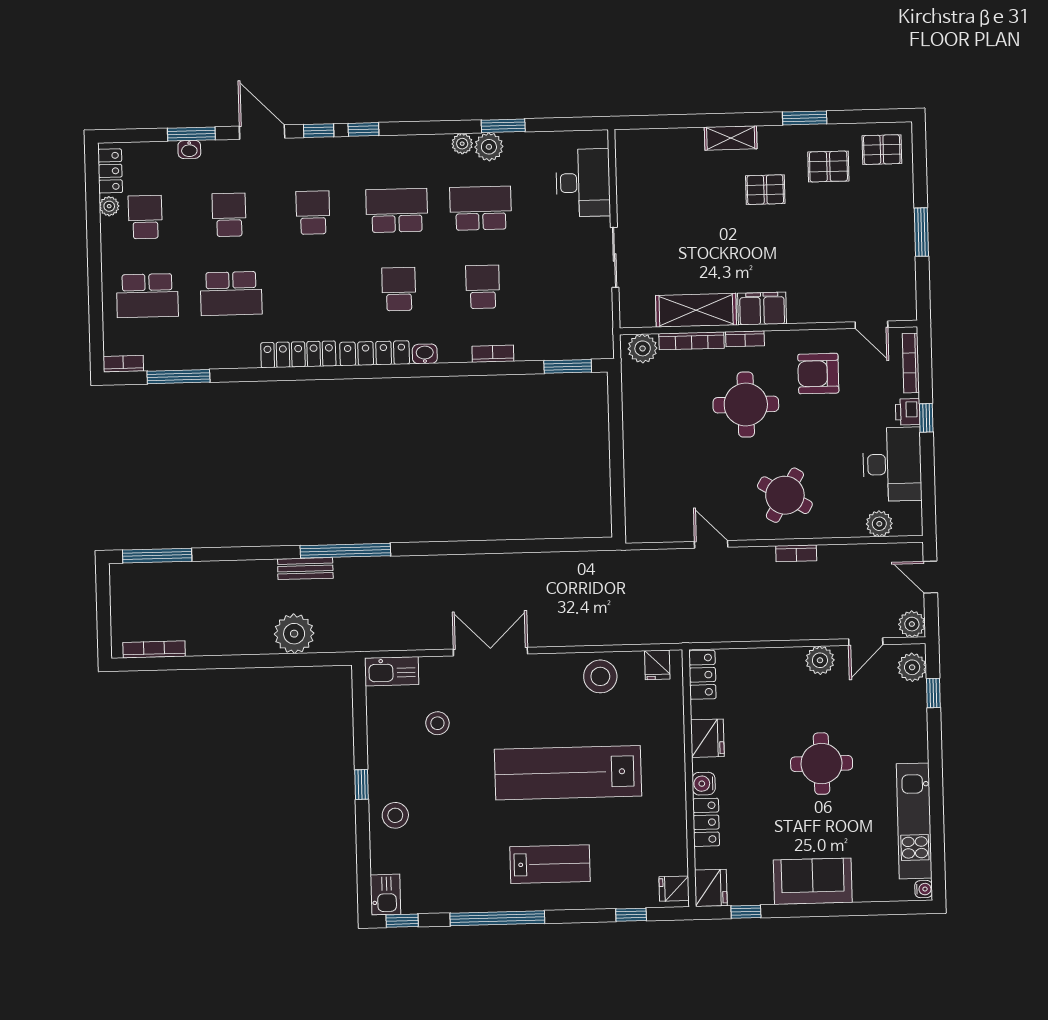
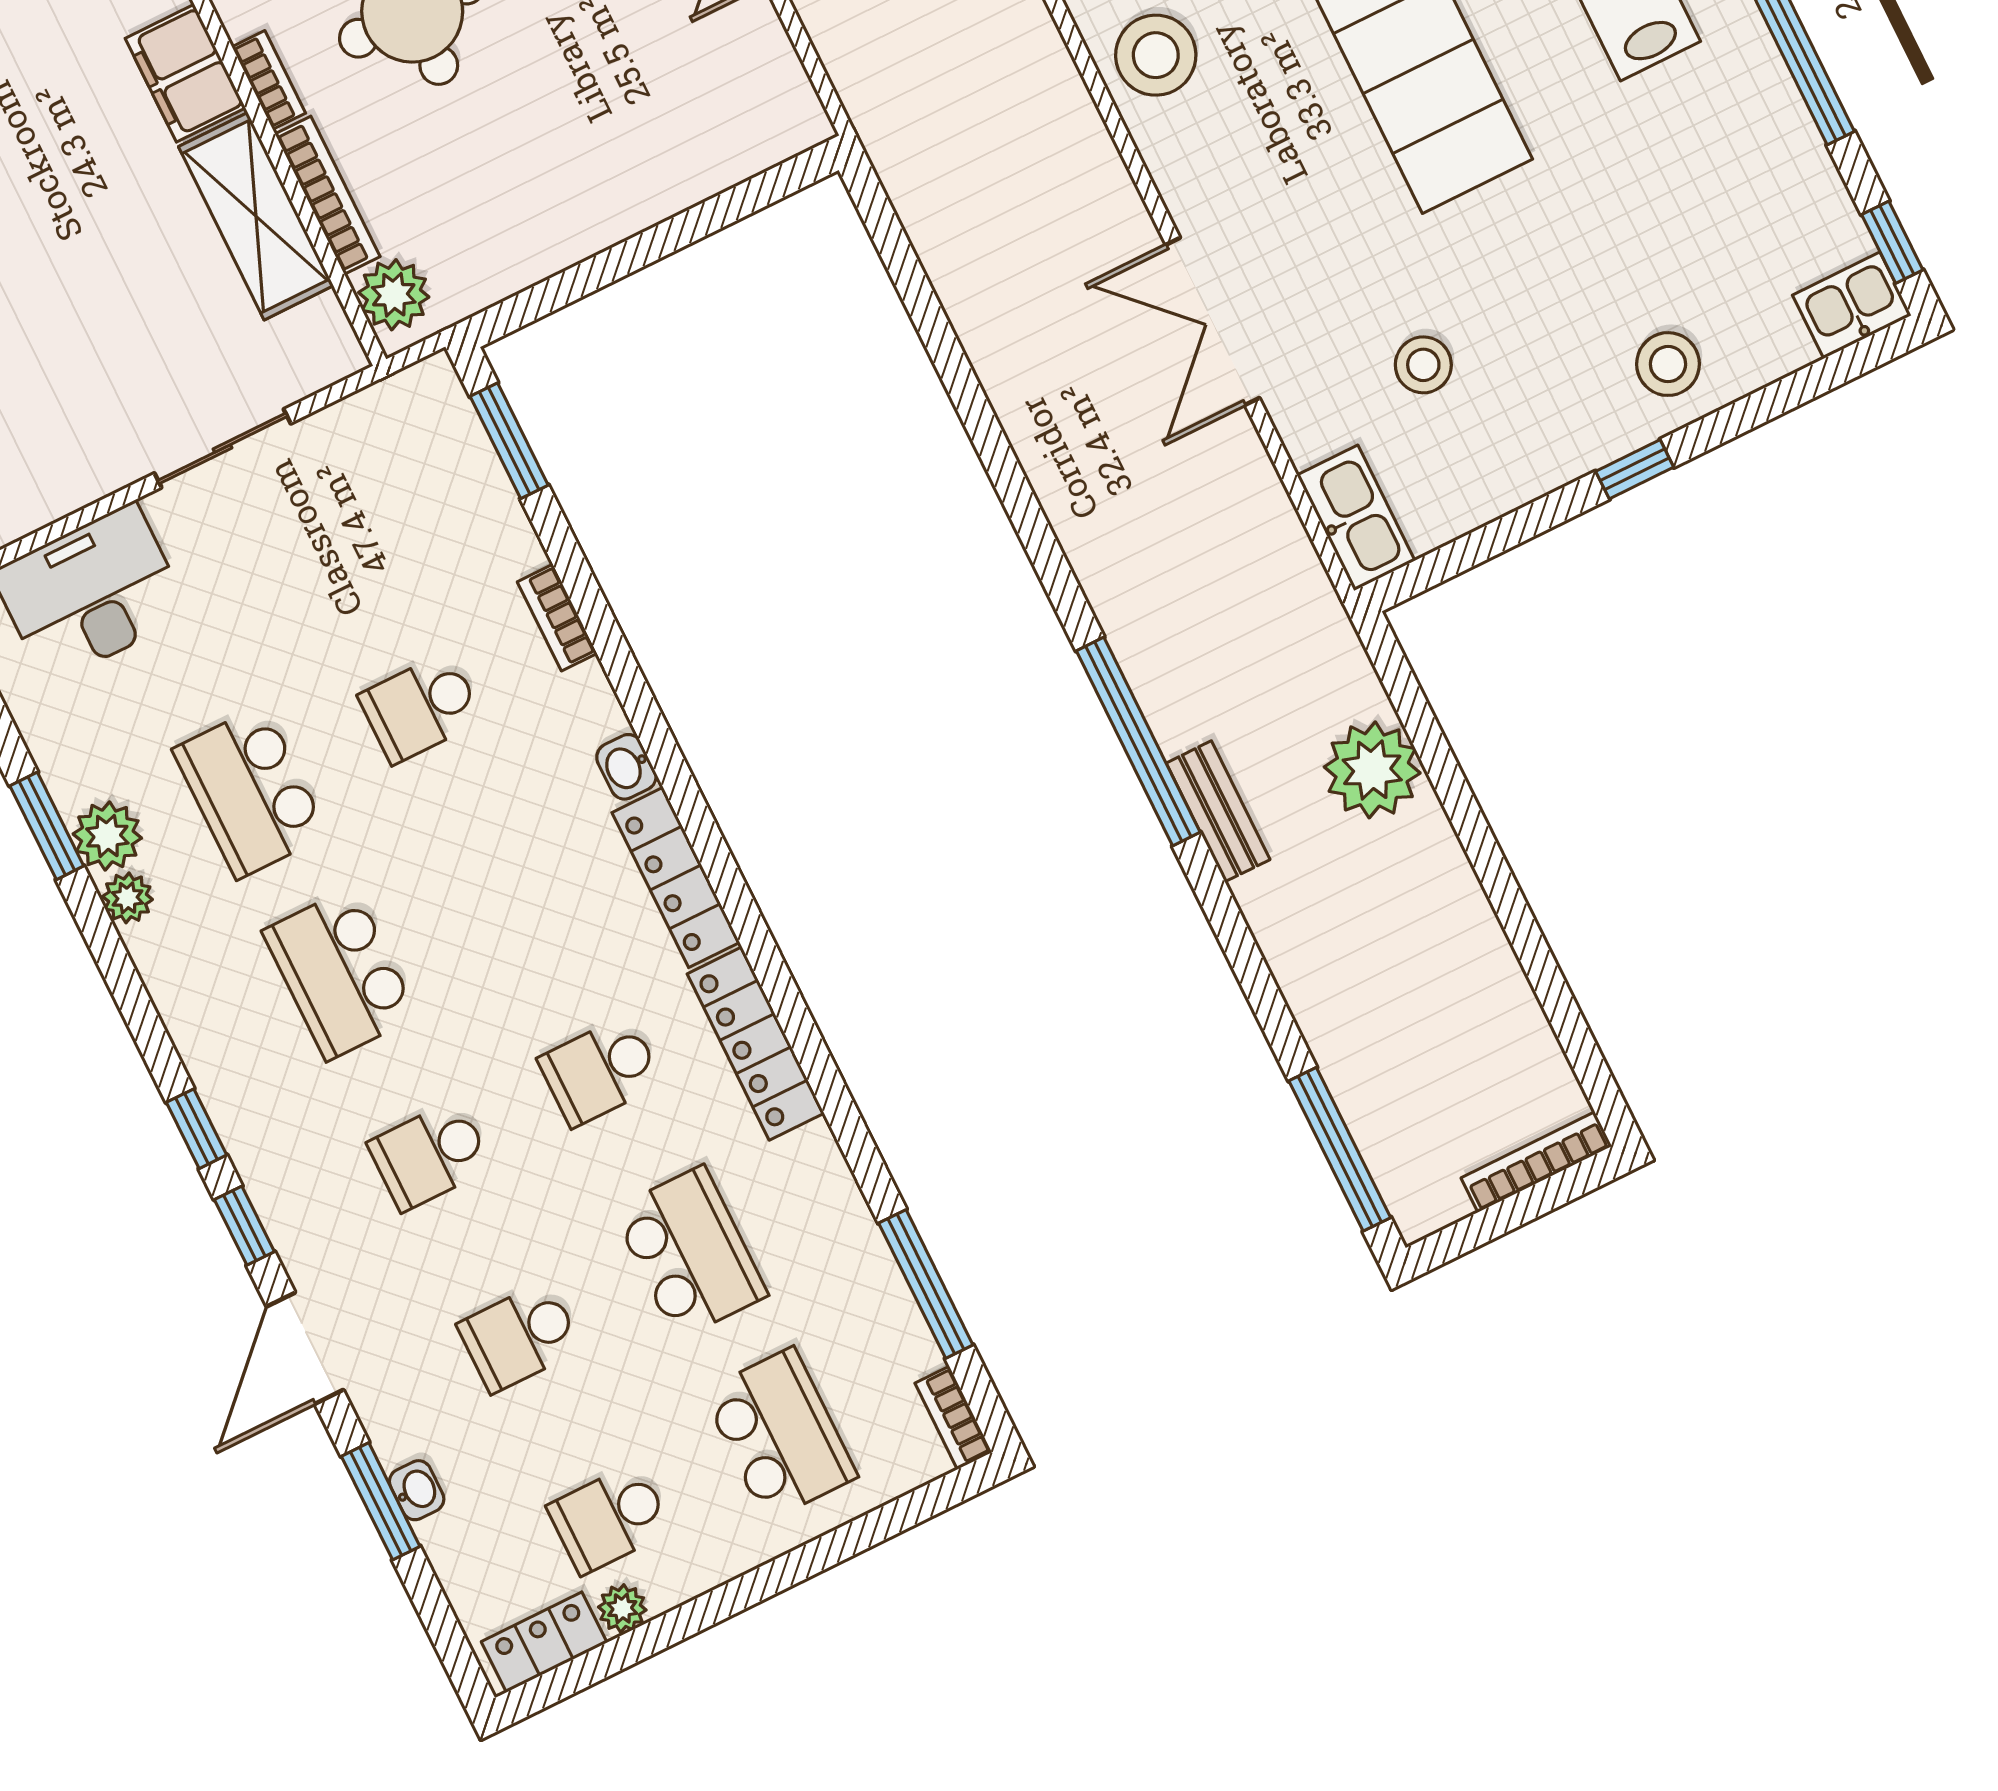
school desk: (399, 289) -> (600, 1071), moved
bookcase: (154, 649) -> (1536, 1162), moved, turned 90

